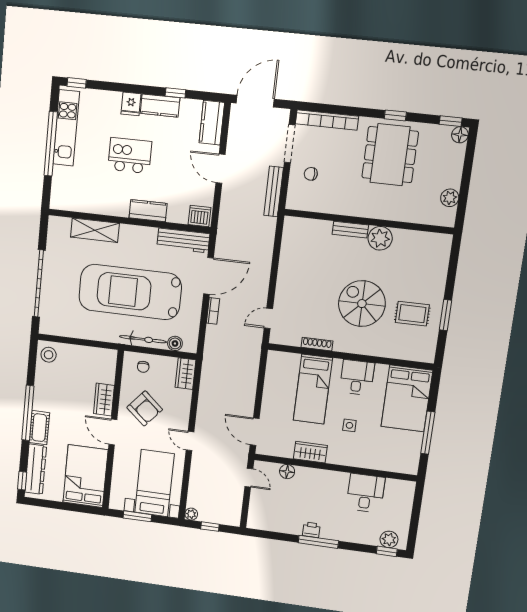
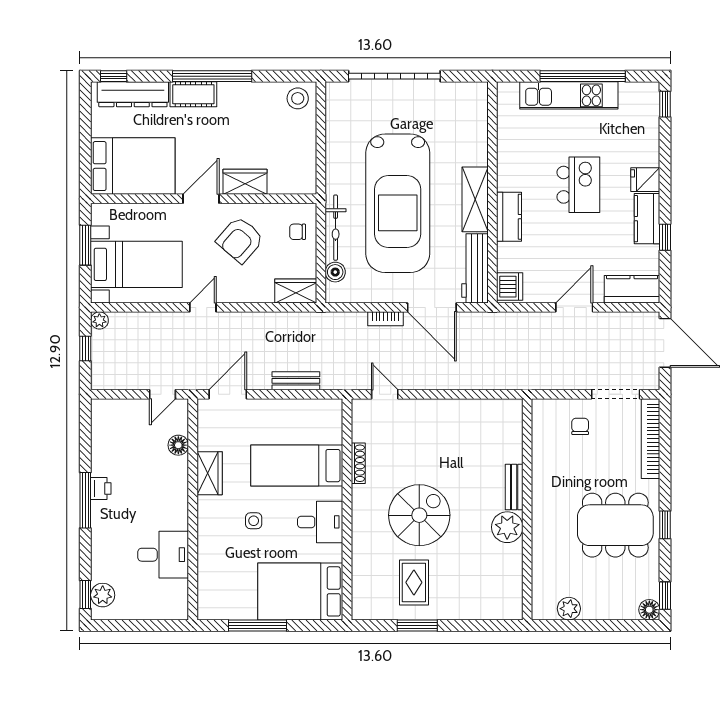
kitchen unit: (66, 128) -> (569, 95), moved
bench: (274, 191) -> (296, 381), moved, width x0.73
shelving: (95, 230) -> (475, 199), moved
car: (130, 292) -> (398, 203), turned 180

